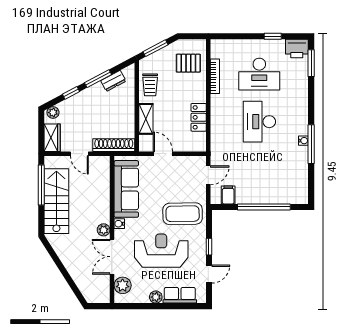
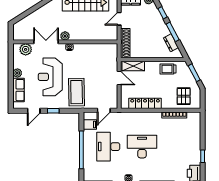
desk: (259, 74) -> (108, 147), moved
locker: (199, 117) -> (145, 103), width x1.53
shelving: (146, 119) -> (133, 66), moved
door: (163, 154) -> (119, 78), hinge flipped
door: (208, 175) -> (104, 110), hinge flipped
sofa: (126, 189) -> (94, 52), removed
reception desk: (161, 251) -> (50, 77), turned 180
door: (209, 274) -> (34, 111), hinge flipped

